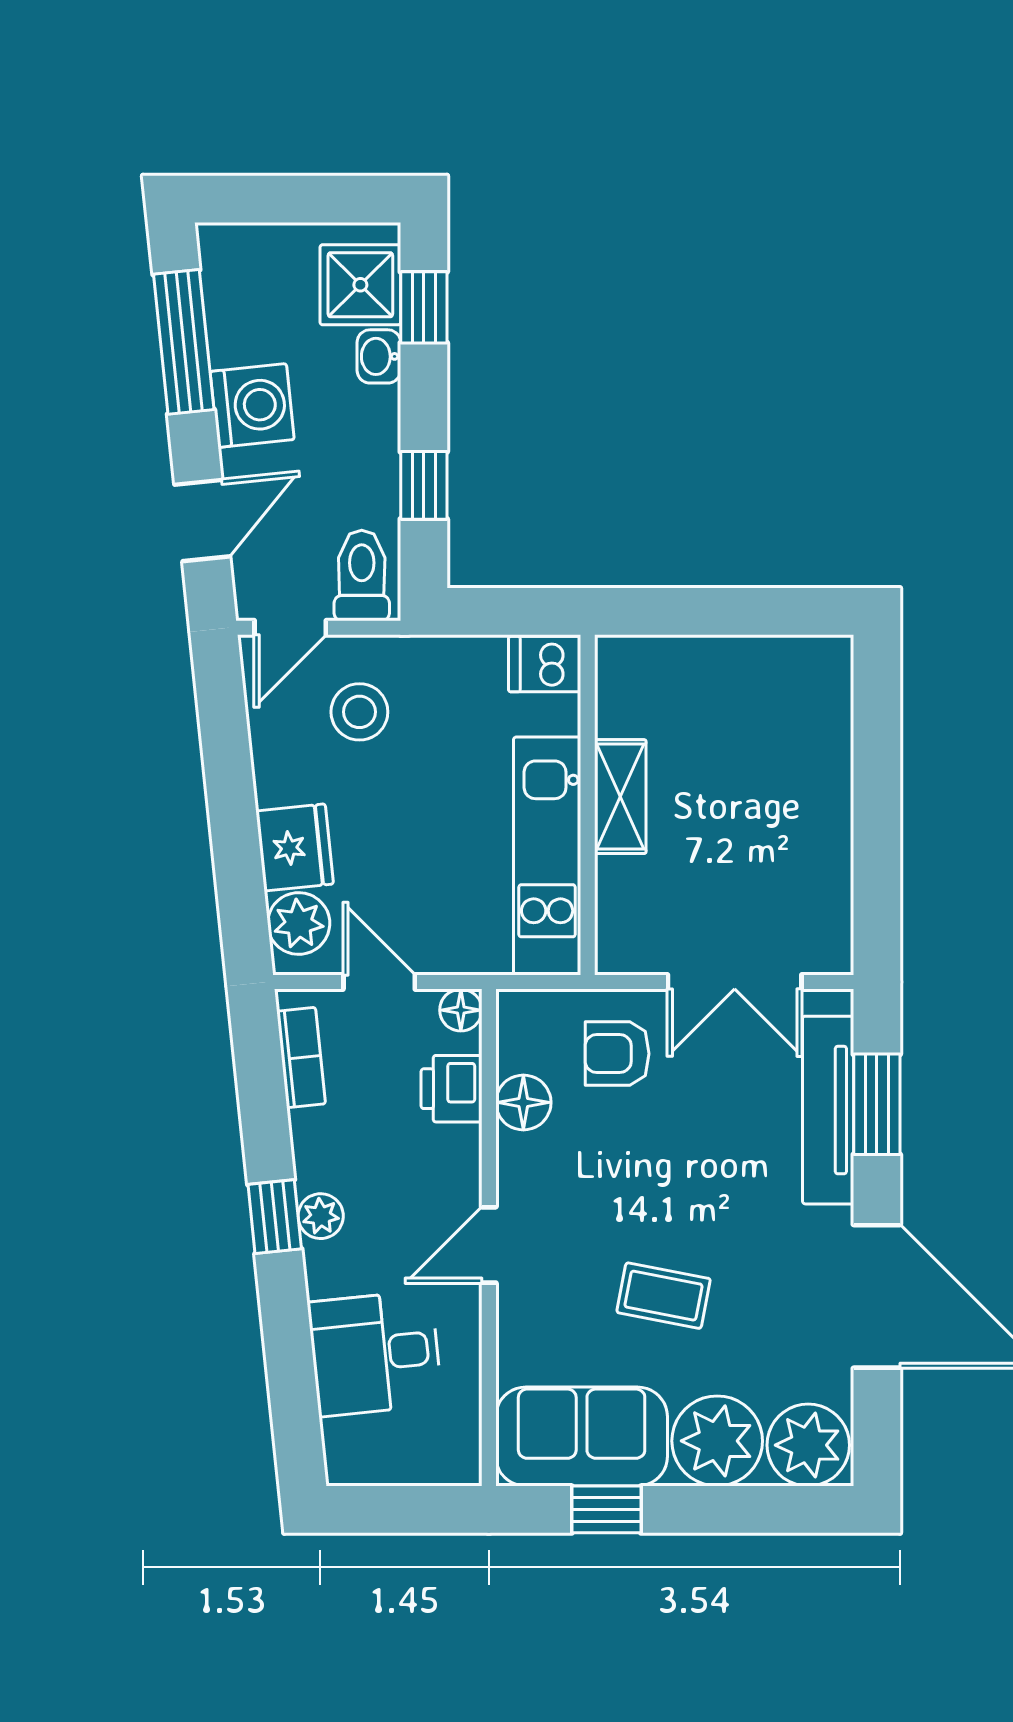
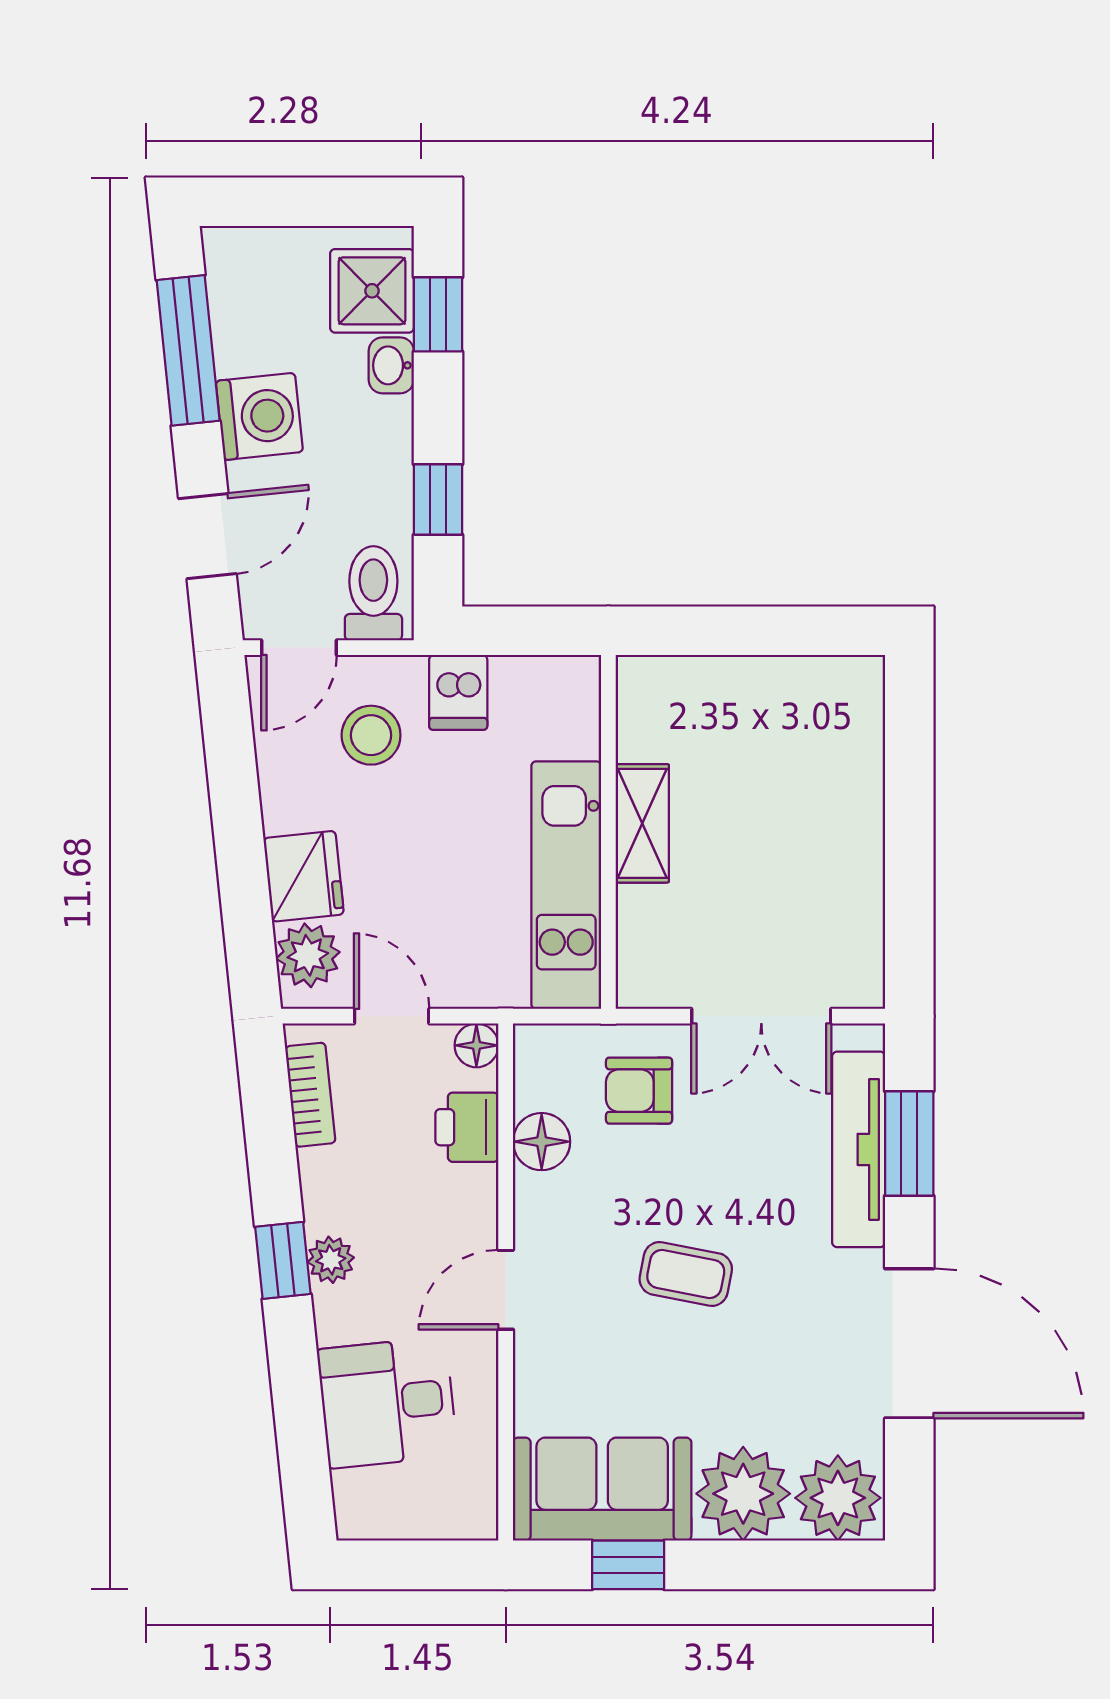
dishwasher: (545, 664) -> (458, 692), moved, turned -90
coffee table: (664, 1296) -> (686, 1274), moved

